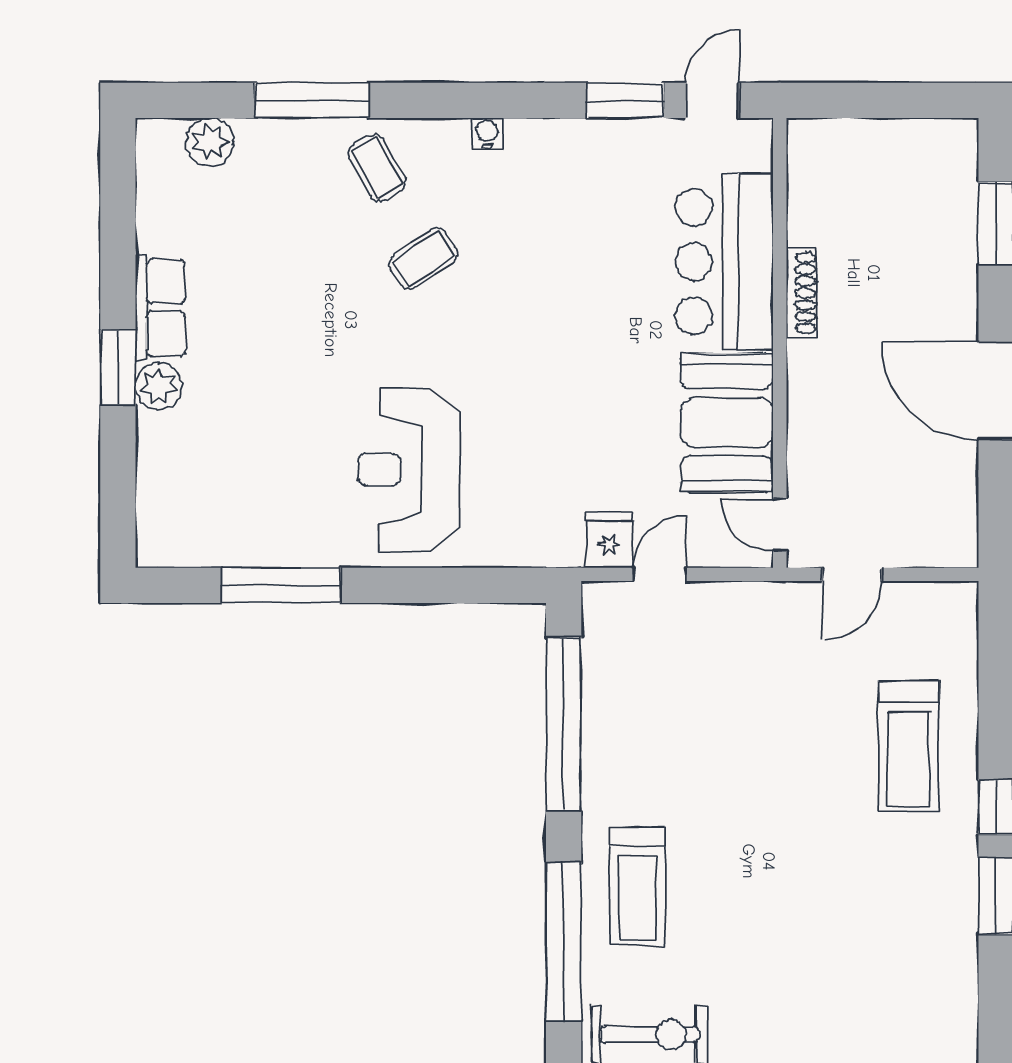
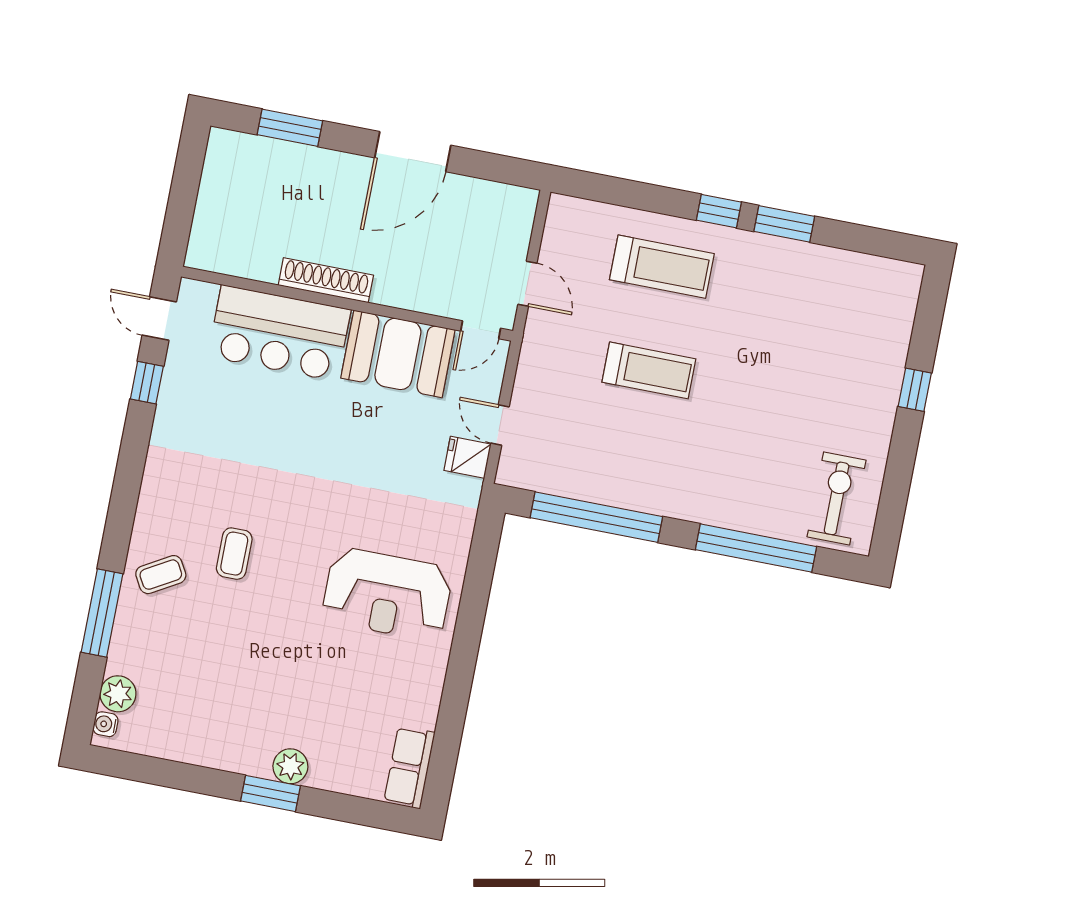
window: (625, 100) -> (147, 383), width x0.67
water cooler: (487, 133) -> (106, 724), moved
coffee table: (423, 259) -> (234, 554), turned 35
shoe rack: (802, 293) -> (326, 280), width x1.36, depth x1.24
row of seats: (160, 308) -> (409, 767), moved, turned -90
window: (281, 585) -> (454, 704), removed
treadmill: (637, 886) -> (649, 370), moved

